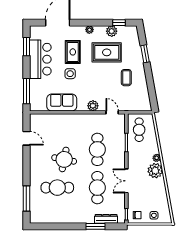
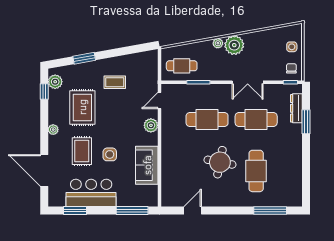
plant: (112, 31) -> (55, 82), moved
rug: (73, 52) -> (82, 151), turned 90

